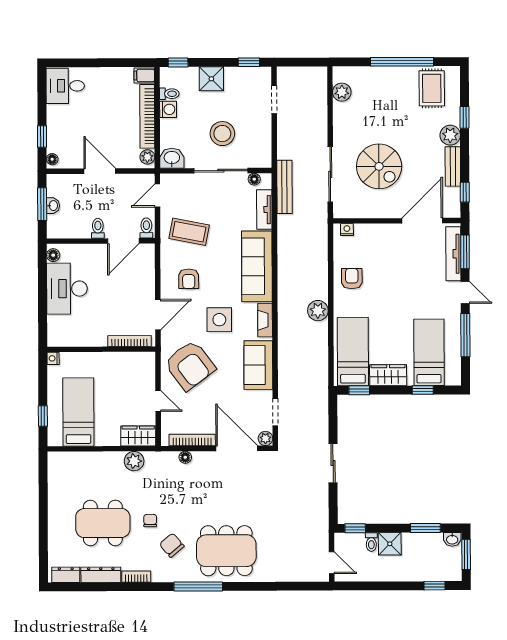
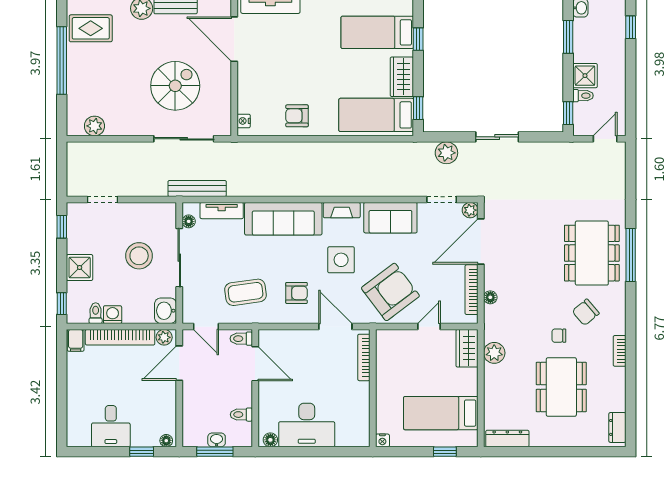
desk: (65, 86) -> (111, 426), moved
door: (100, 171) -> (179, 363), moved
toilet: (98, 228) -> (241, 415), moved
coffee table: (189, 232) -> (246, 292), turned 71
plant: (318, 311) -> (446, 153), moved
dresser: (101, 575) -> (507, 439), moved, turned 90
window: (198, 586) -> (631, 255), moved

